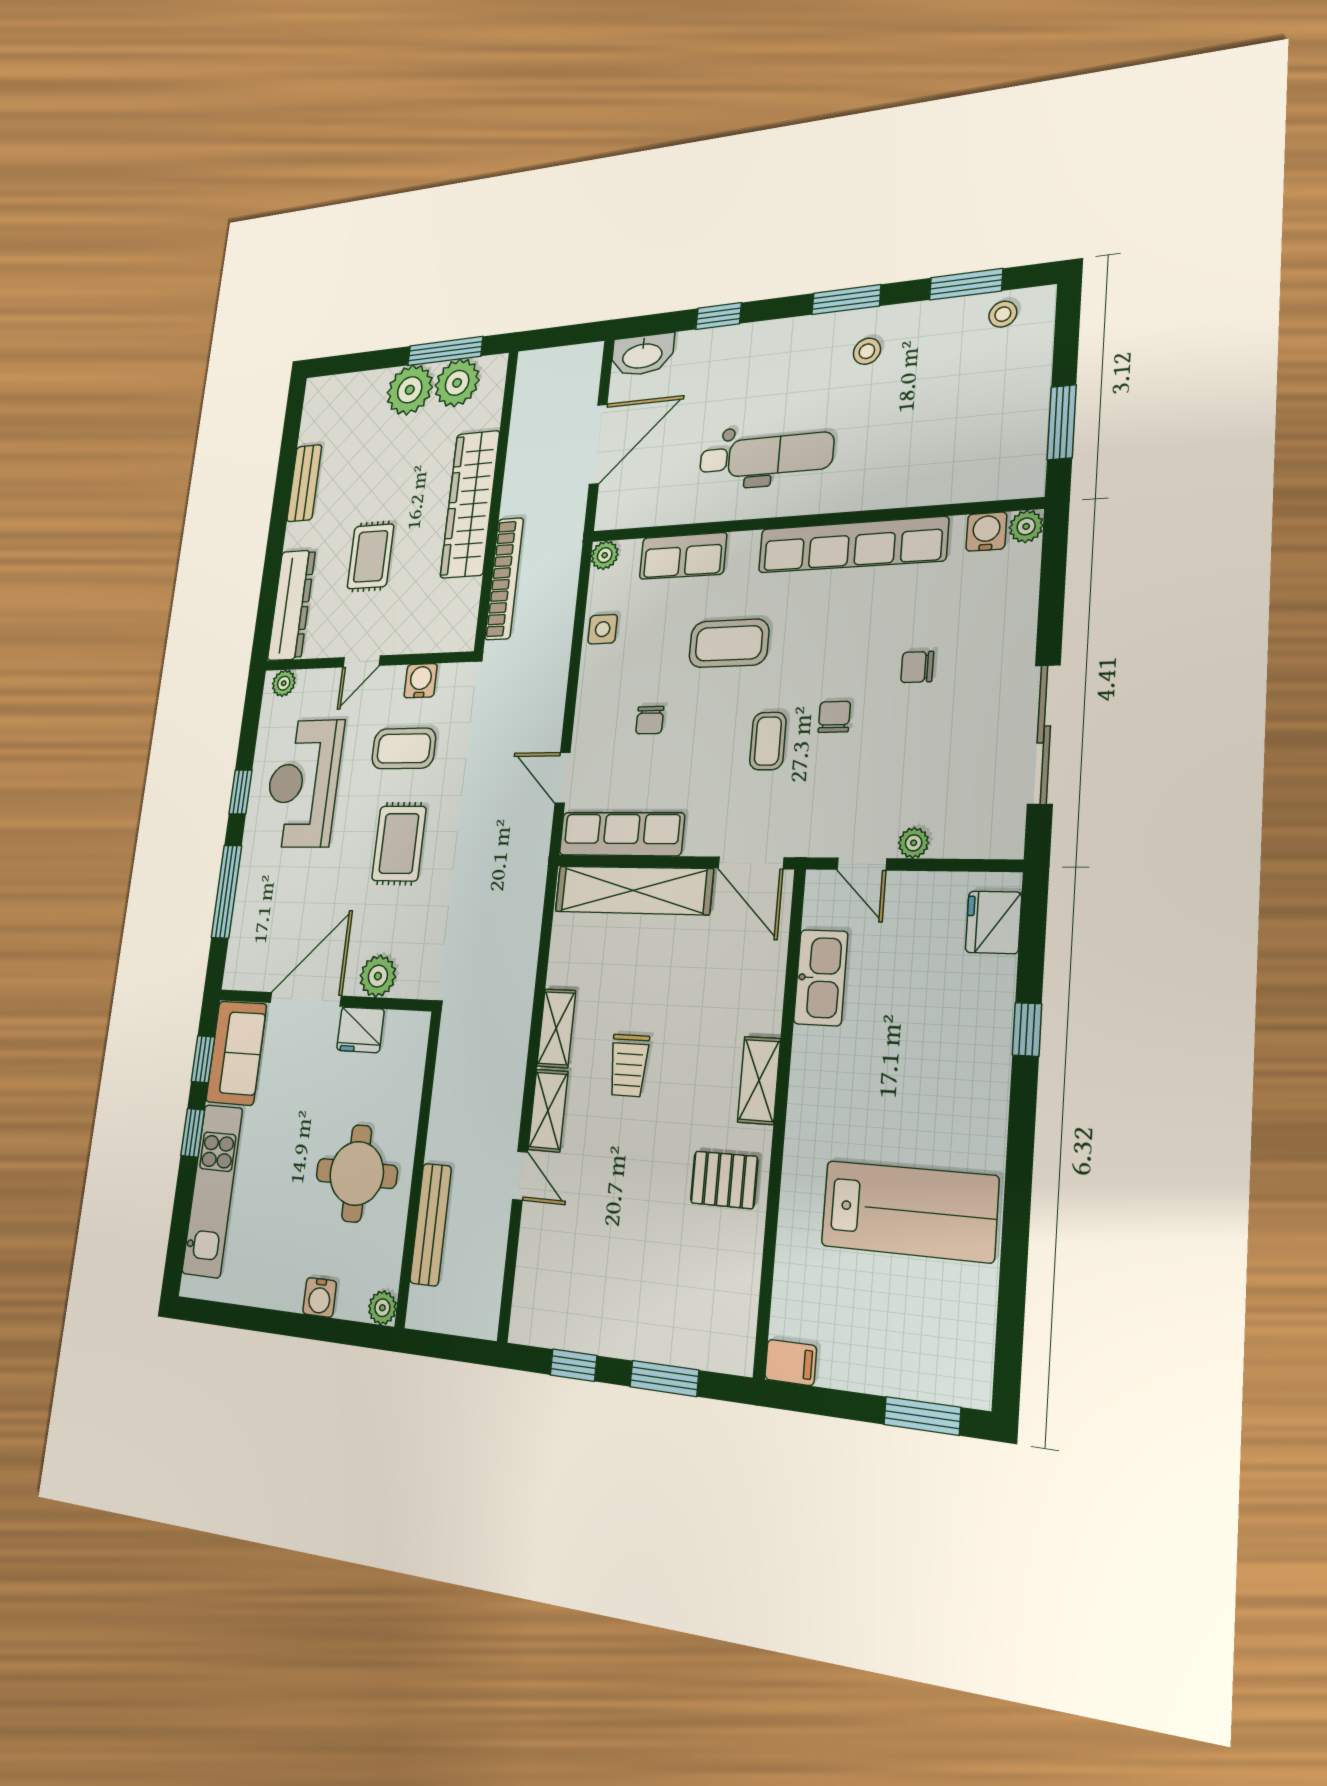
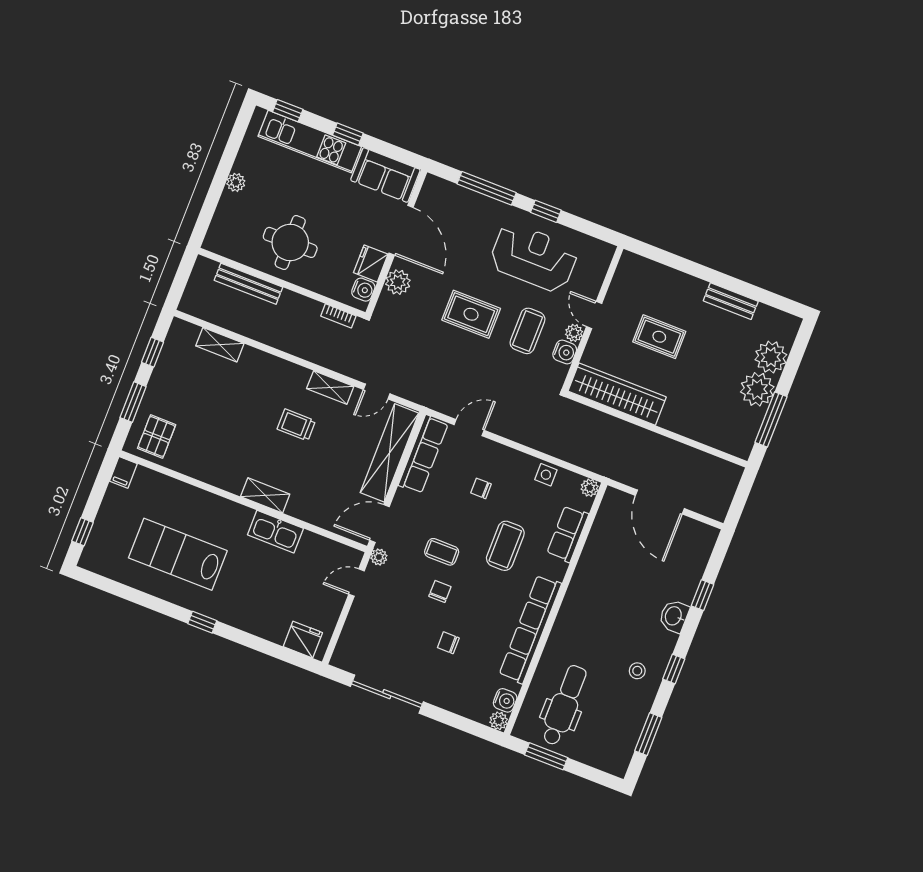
window: (846, 300) -> (674, 669), width x0.67
stool: (1003, 314) -> (621, 747), removed
washbasin: (642, 355) -> (674, 616), moved, width x0.72
plant: (457, 383) -> (771, 357), moved
dental chair: (766, 456) -> (564, 705), moved, turned 180
wardrobe: (470, 504) -> (617, 394), moved
bookcase: (504, 579) -> (338, 316), moved, width x0.43, depth x0.76
dresser: (291, 605) -> (653, 274), removed
chair: (917, 667) -> (448, 643), turned -90
plant: (284, 683) -> (574, 333), moved
chair: (834, 717) -> (440, 591), turned -90
plant: (914, 843) -> (379, 557), moved
kitchen sink: (821, 978) -> (275, 532), moved
window: (1027, 1029) -> (202, 622), moved
window: (203, 1059) -> (288, 111), moved
shelving: (548, 1110) -> (220, 345), moved
door: (520, 1176) -> (377, 392), moved
pallet: (724, 1180) -> (157, 436), moved
lab bench: (909, 1211) -> (178, 554), turned 90
water cooler: (320, 1297) -> (363, 290), moved, turned 180
plant: (382, 1308) -> (236, 182), moved
window: (922, 1416) -> (82, 532), width x0.67

